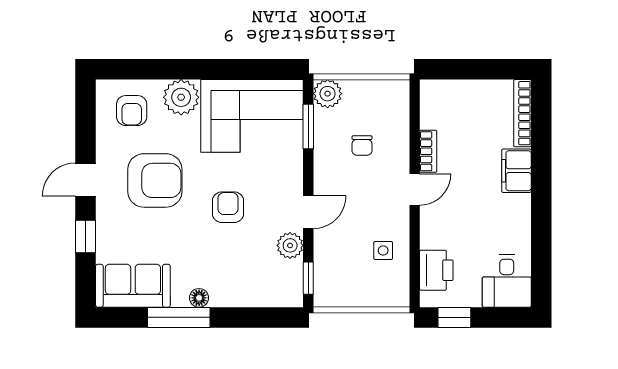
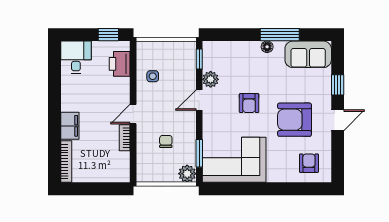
plant: (181, 97) -> (278, 171), removed

